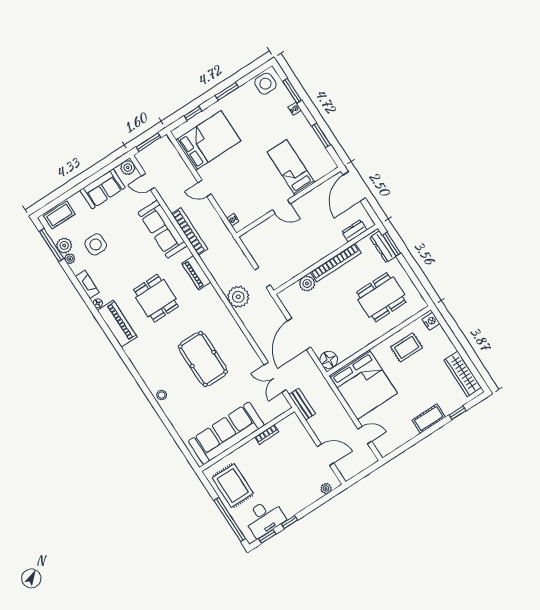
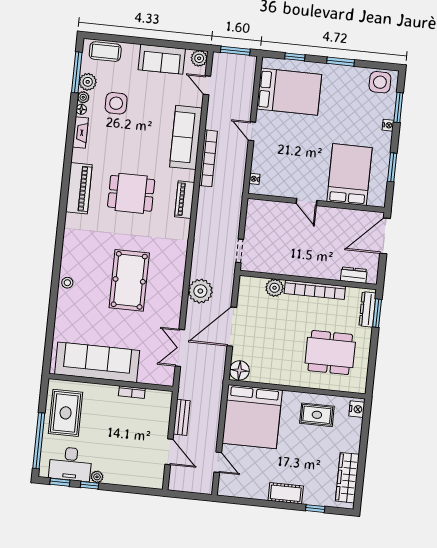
bed: (291, 167) -> (349, 175), width x1.50
plant: (238, 297) -> (200, 291), moved
dining table: (156, 298) -> (131, 193), turned 90
floor lamp: (98, 303) -> (81, 109), moved
bench: (302, 404) -> (182, 417), moved
plant: (326, 489) -> (97, 477), moved

